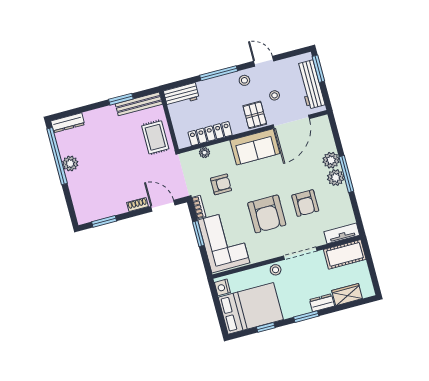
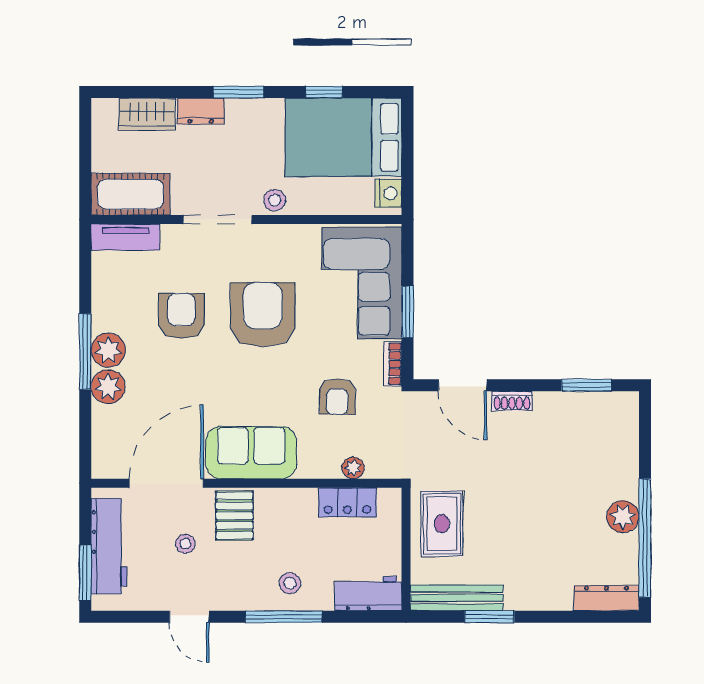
stool: (244, 80) -> (290, 583), moved
locker: (210, 134) -> (347, 502), width x0.66
armchair: (221, 184) -> (337, 397), turned -90

